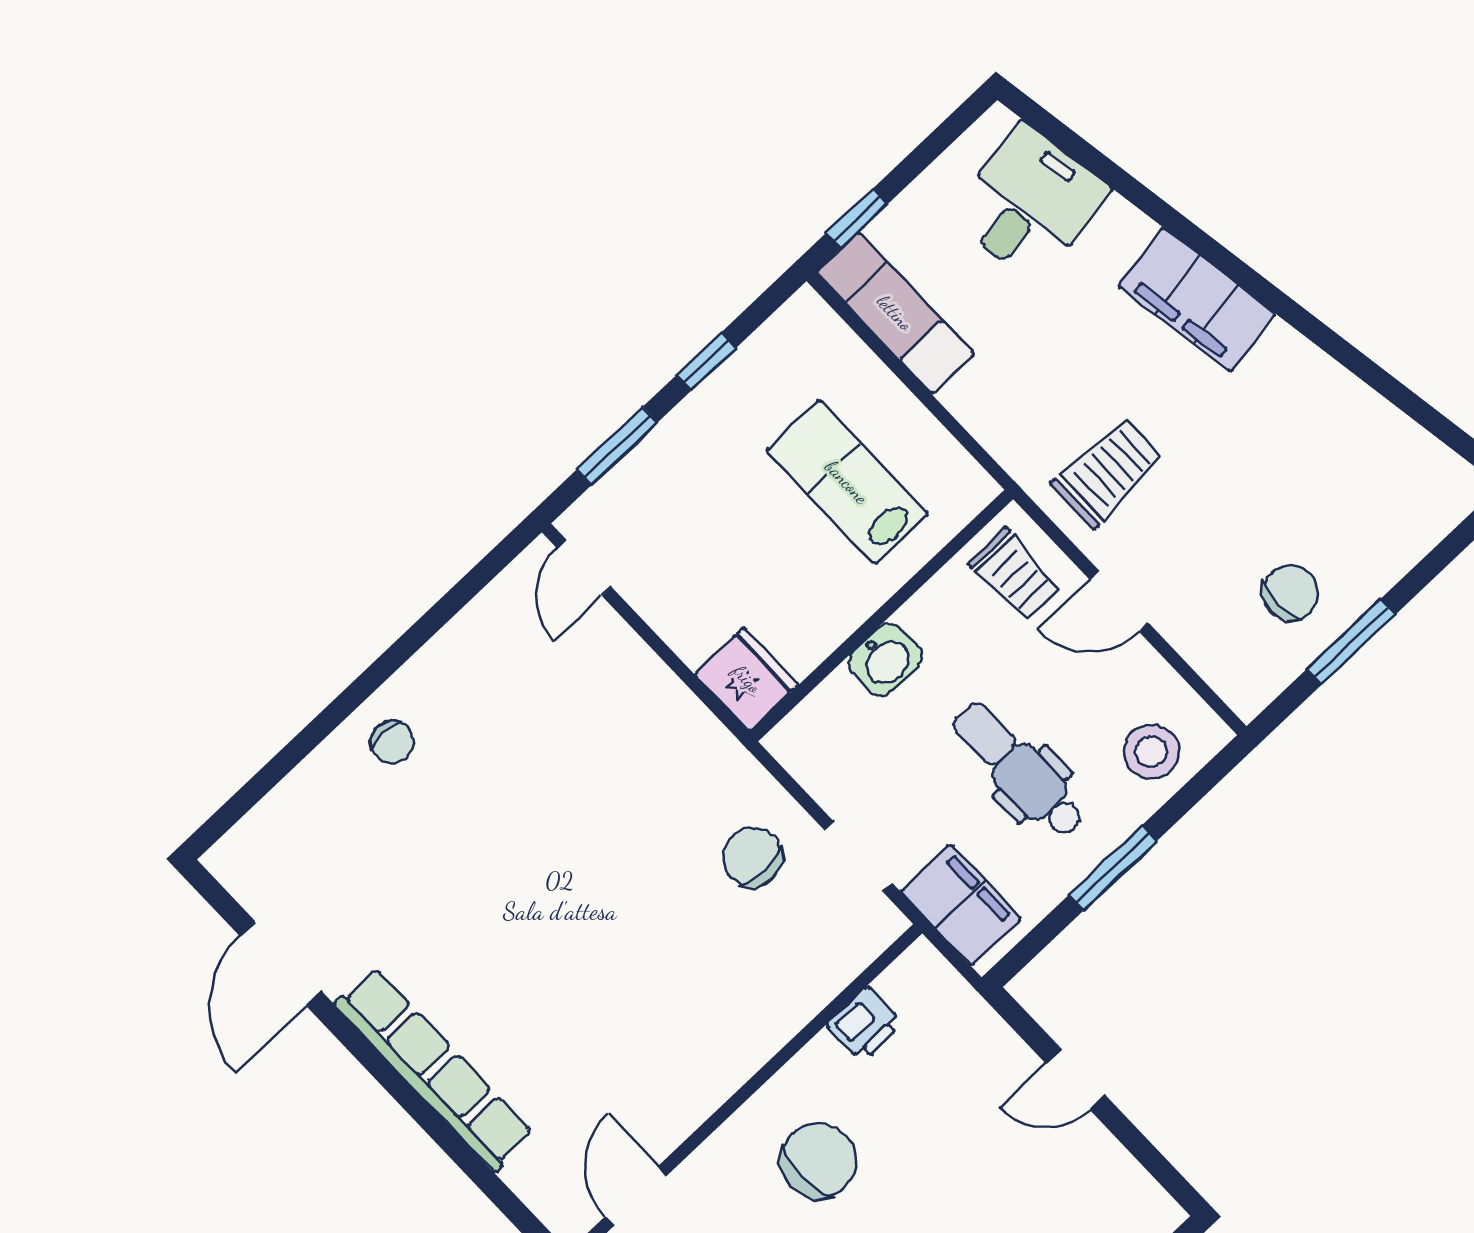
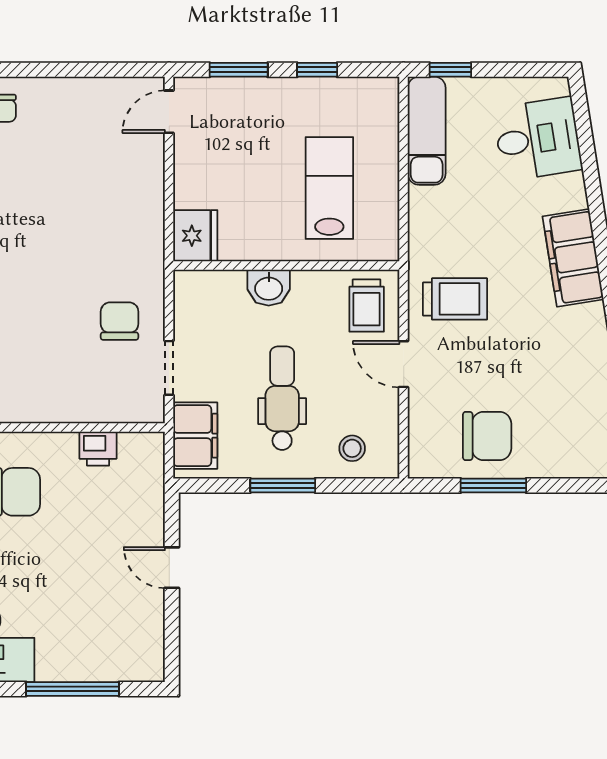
chair: (1291, 593) -> (487, 436), width x1.37, depth x1.37
stool: (1151, 752) -> (352, 448), width x0.73, depth x0.73

